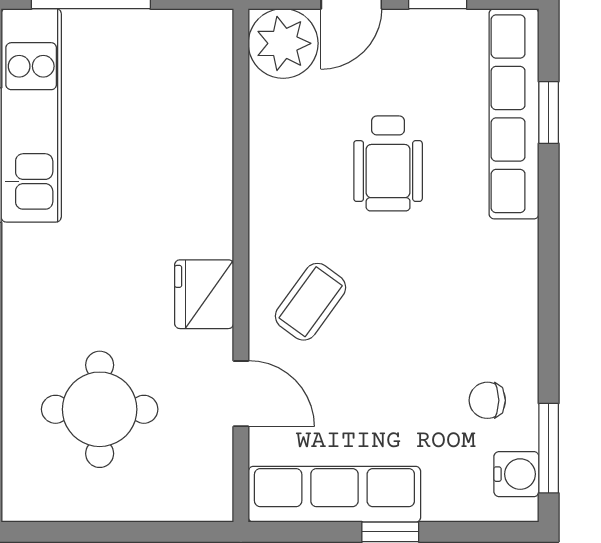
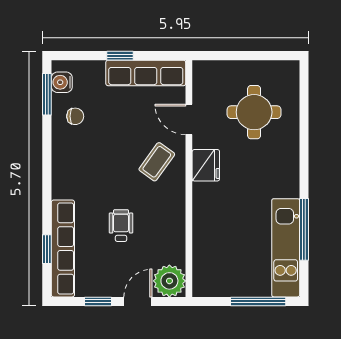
wheelchair: (388, 163) -> (121, 226), width x0.73, depth x0.73

